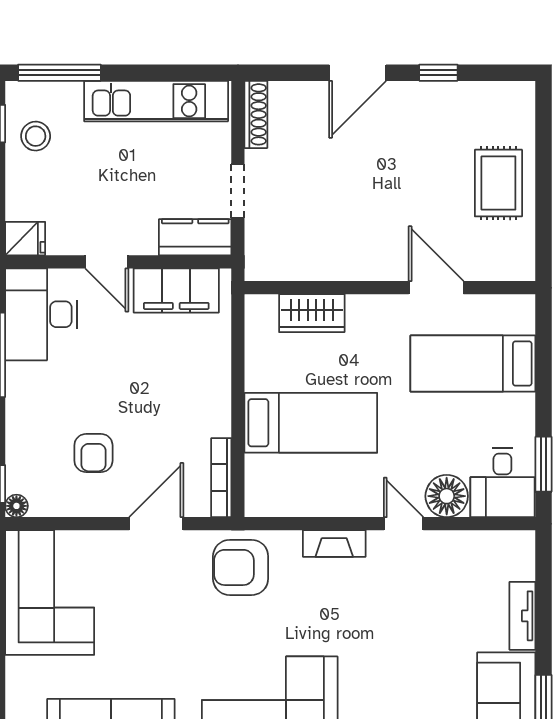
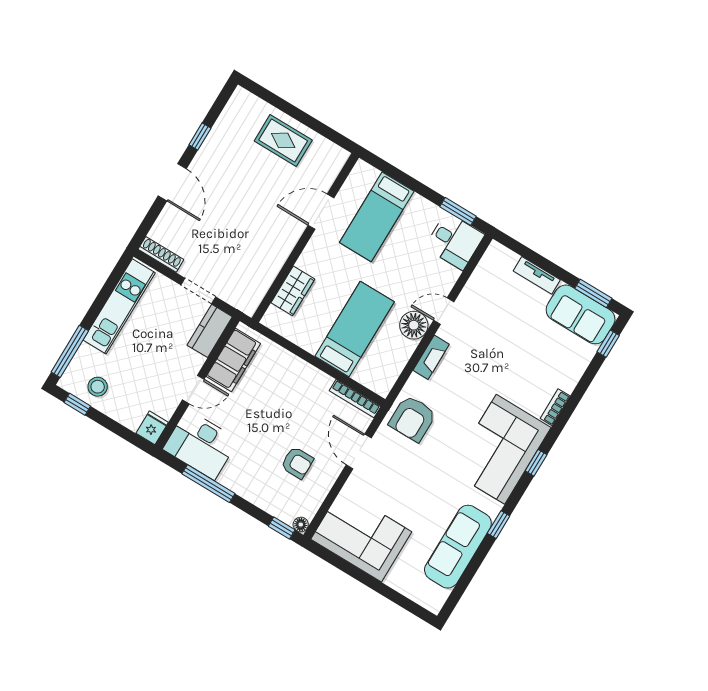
floor lamp: (447, 496) -> (414, 325), moved

